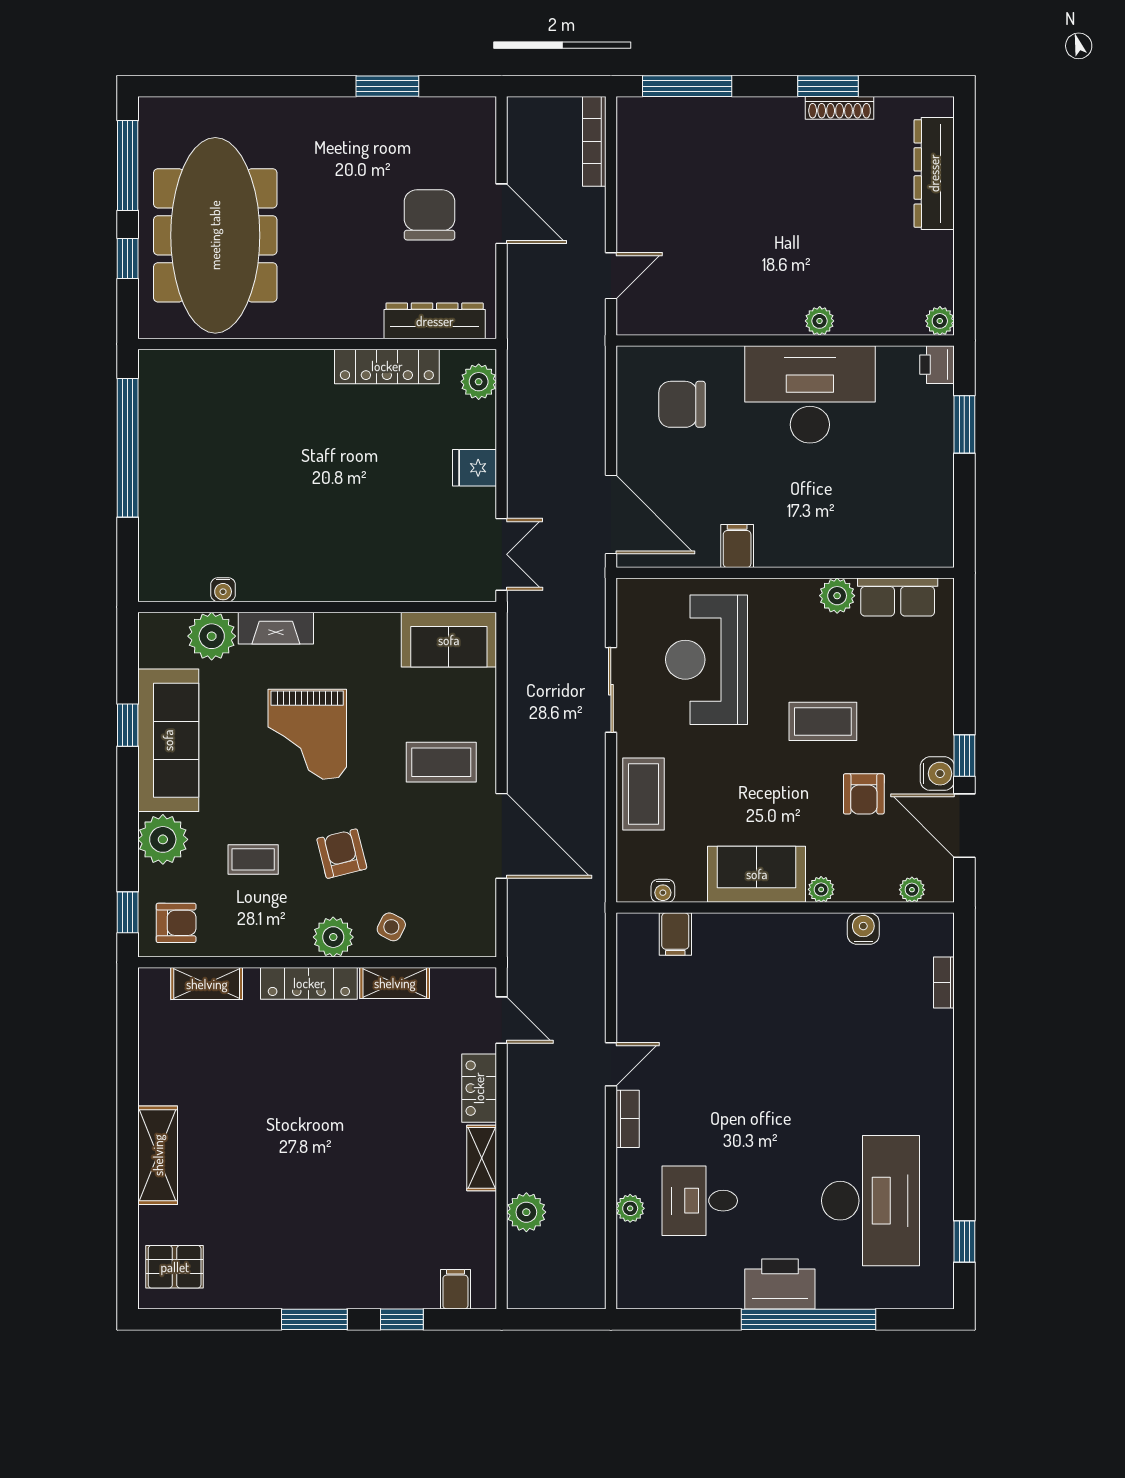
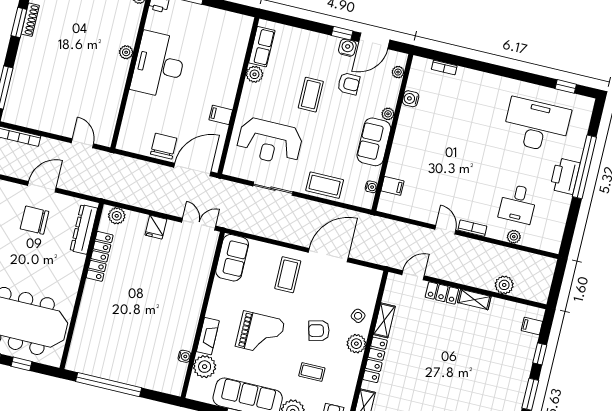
chair: (682, 404) -> (164, 146), moved, turned 180
coffee table: (253, 859) -> (312, 372), turned 90

